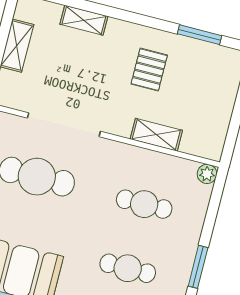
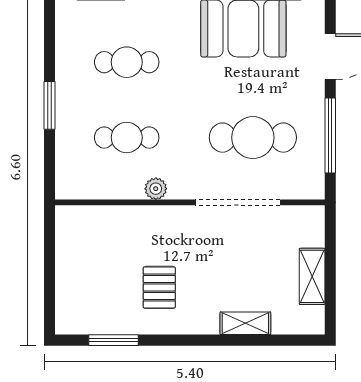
shelving: (156, 135) -> (133, 218), removed
plant: (207, 174) -> (156, 189), moved
window: (198, 267) -> (49, 105), moved

